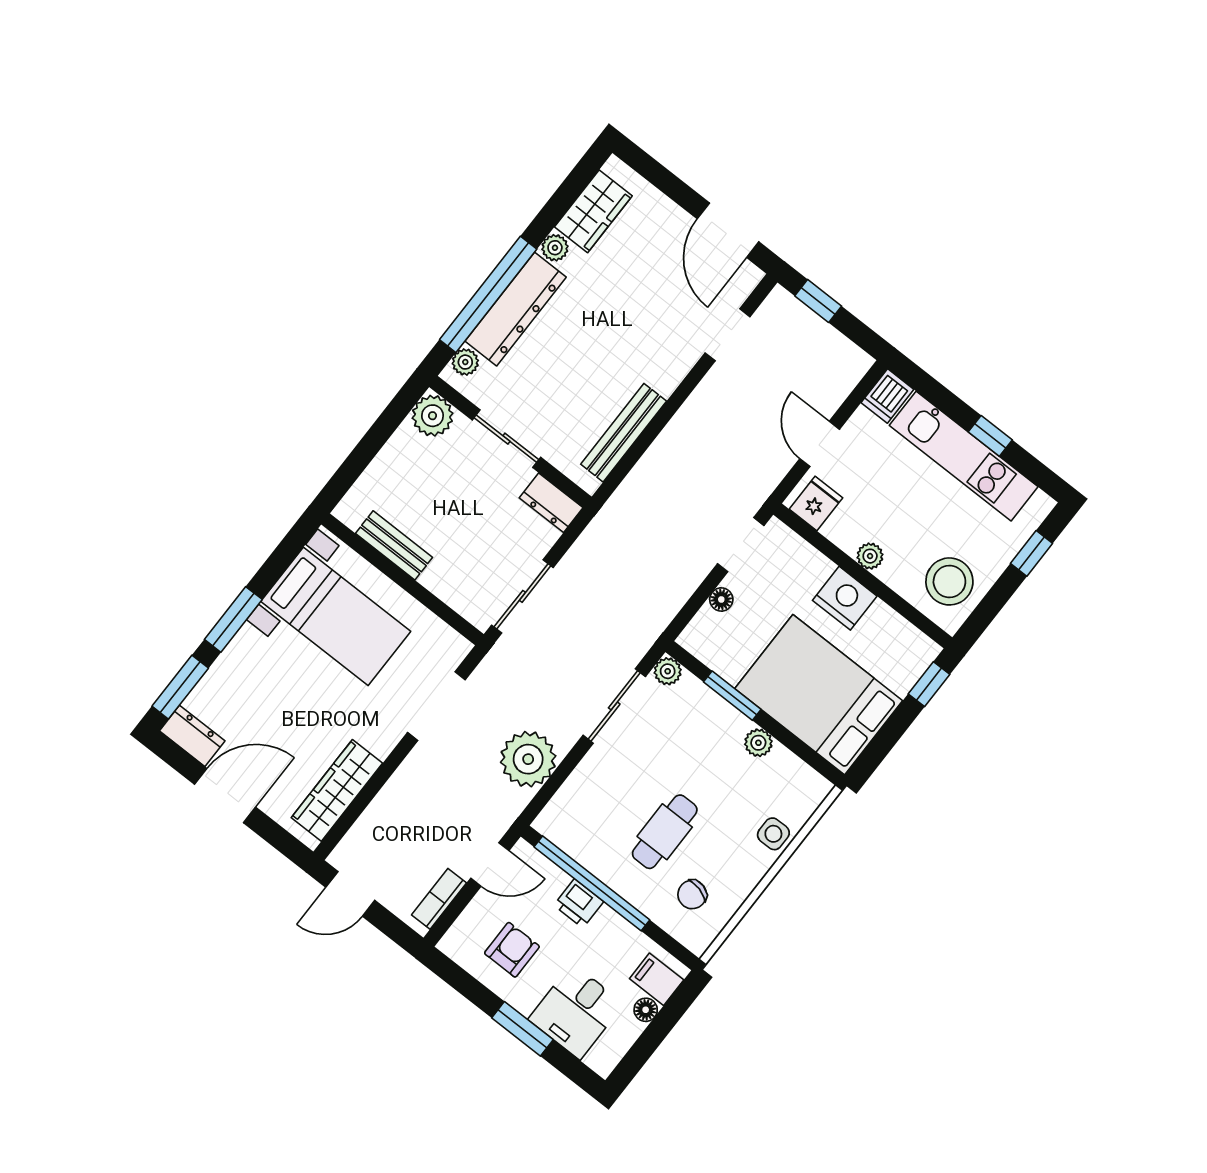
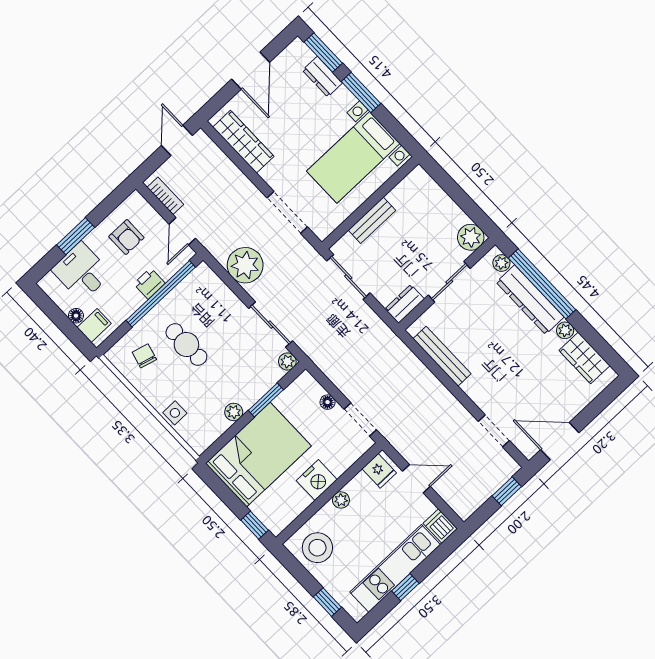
bench: (394, 545) -> (372, 220), moved
dresser: (192, 736) -> (322, 77), moved, turned 90

